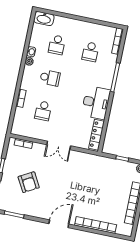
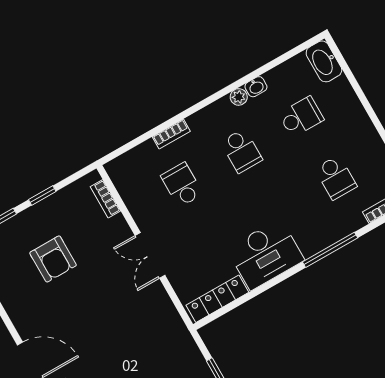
school desk: (57, 45) -> (301, 117), turned 180
school desk: (90, 52) -> (336, 178), turned -90
school desk: (43, 111) -> (182, 185), turned 90
armchair: (29, 182) -> (53, 259), turned -61

